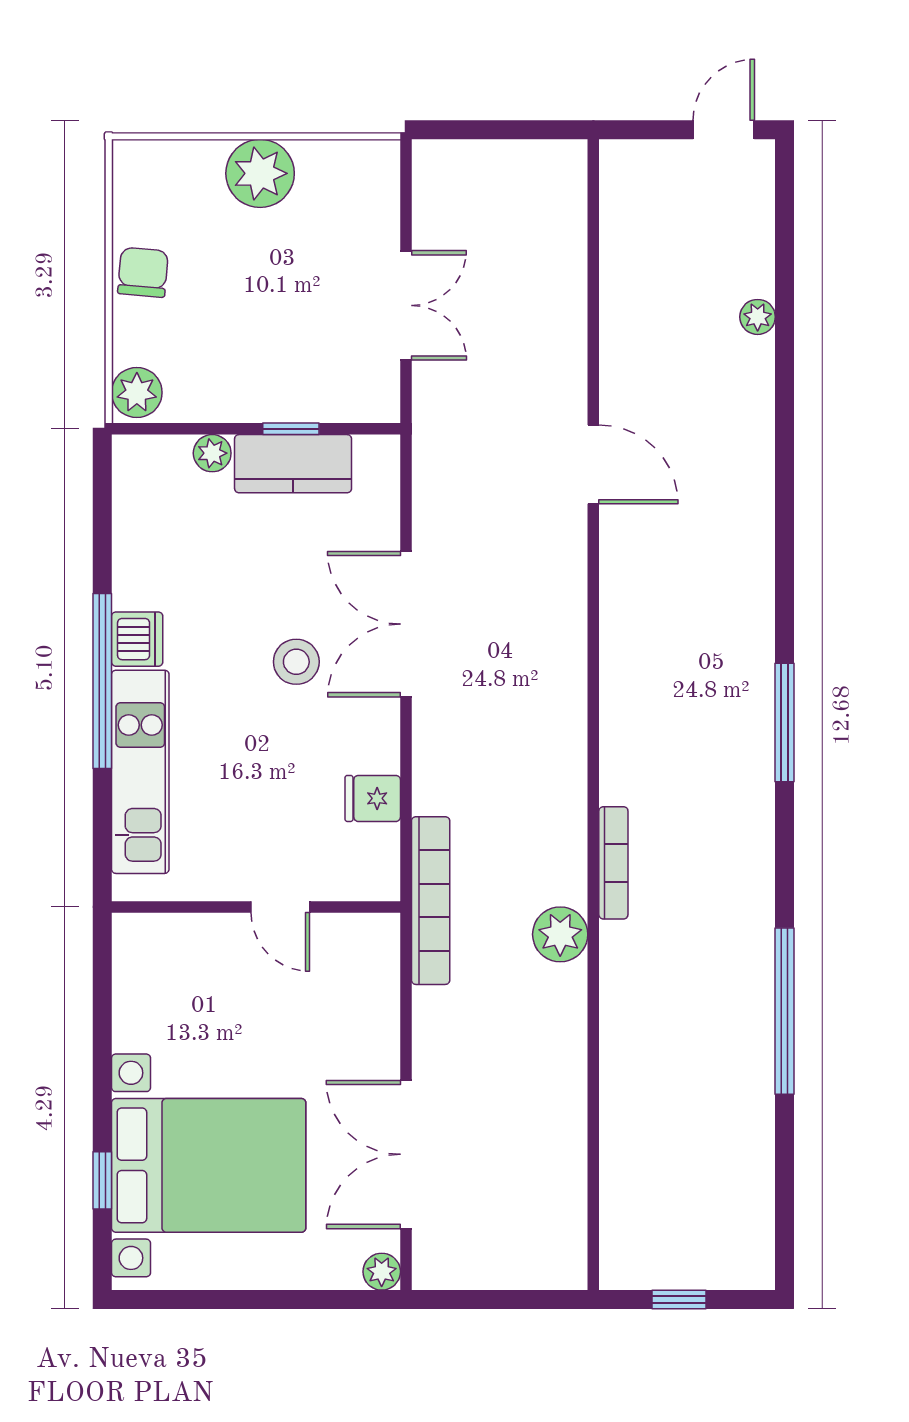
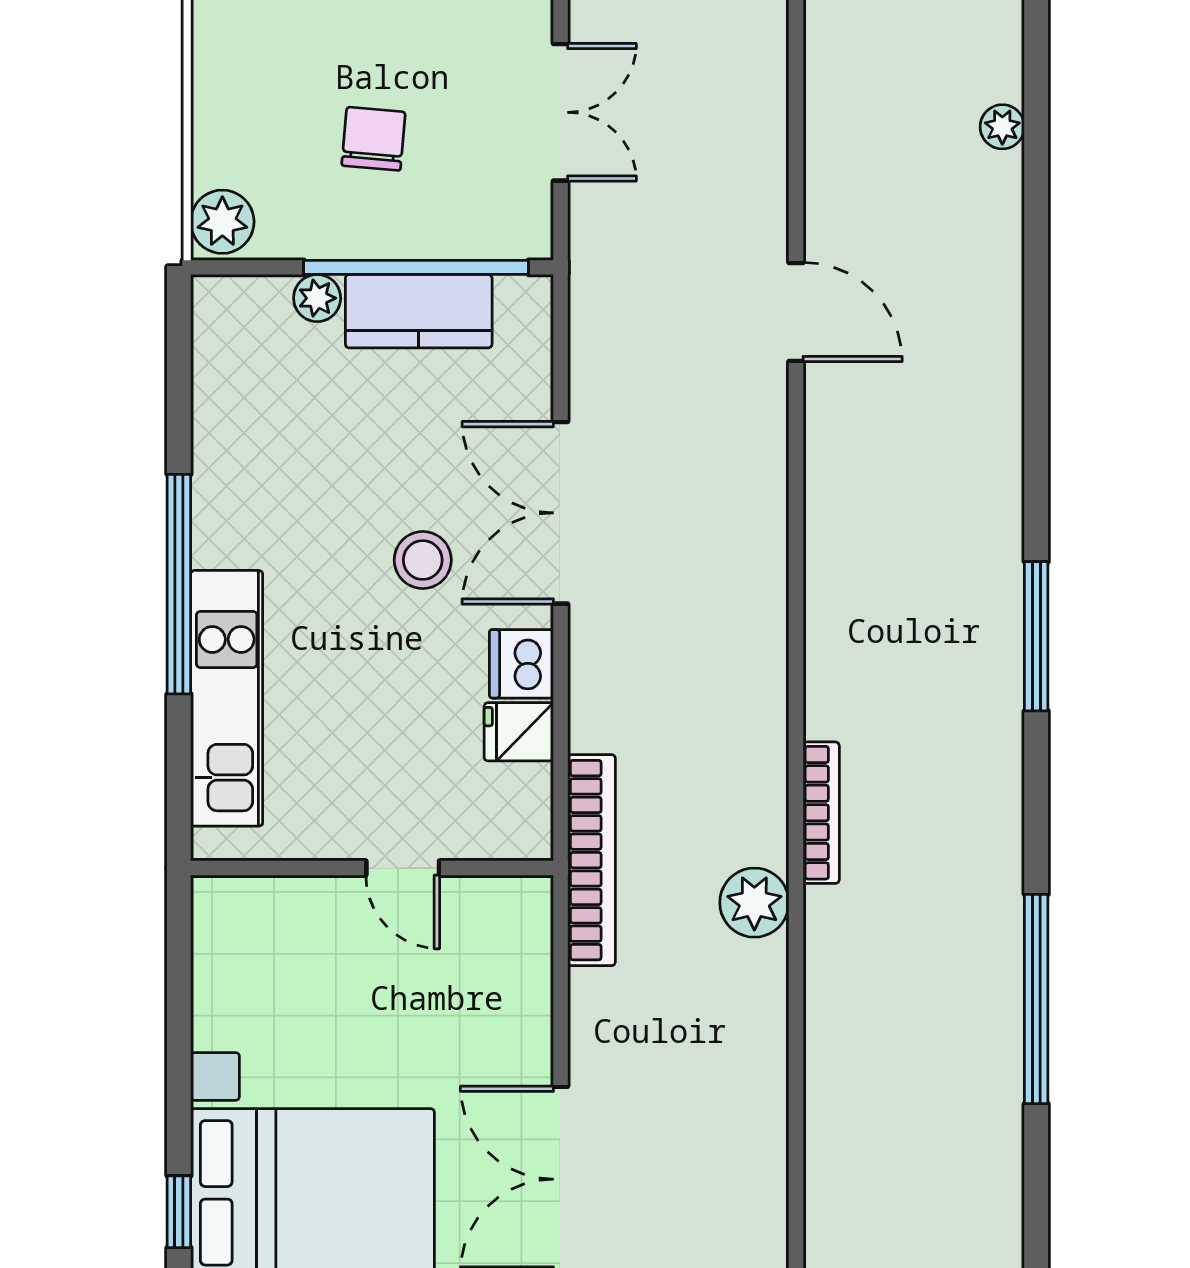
chair: (143, 272) -> (373, 139), moved
window: (291, 429) -> (416, 267), width x3.17
dishwasher: (137, 639) -> (521, 664), moved, turned 180

